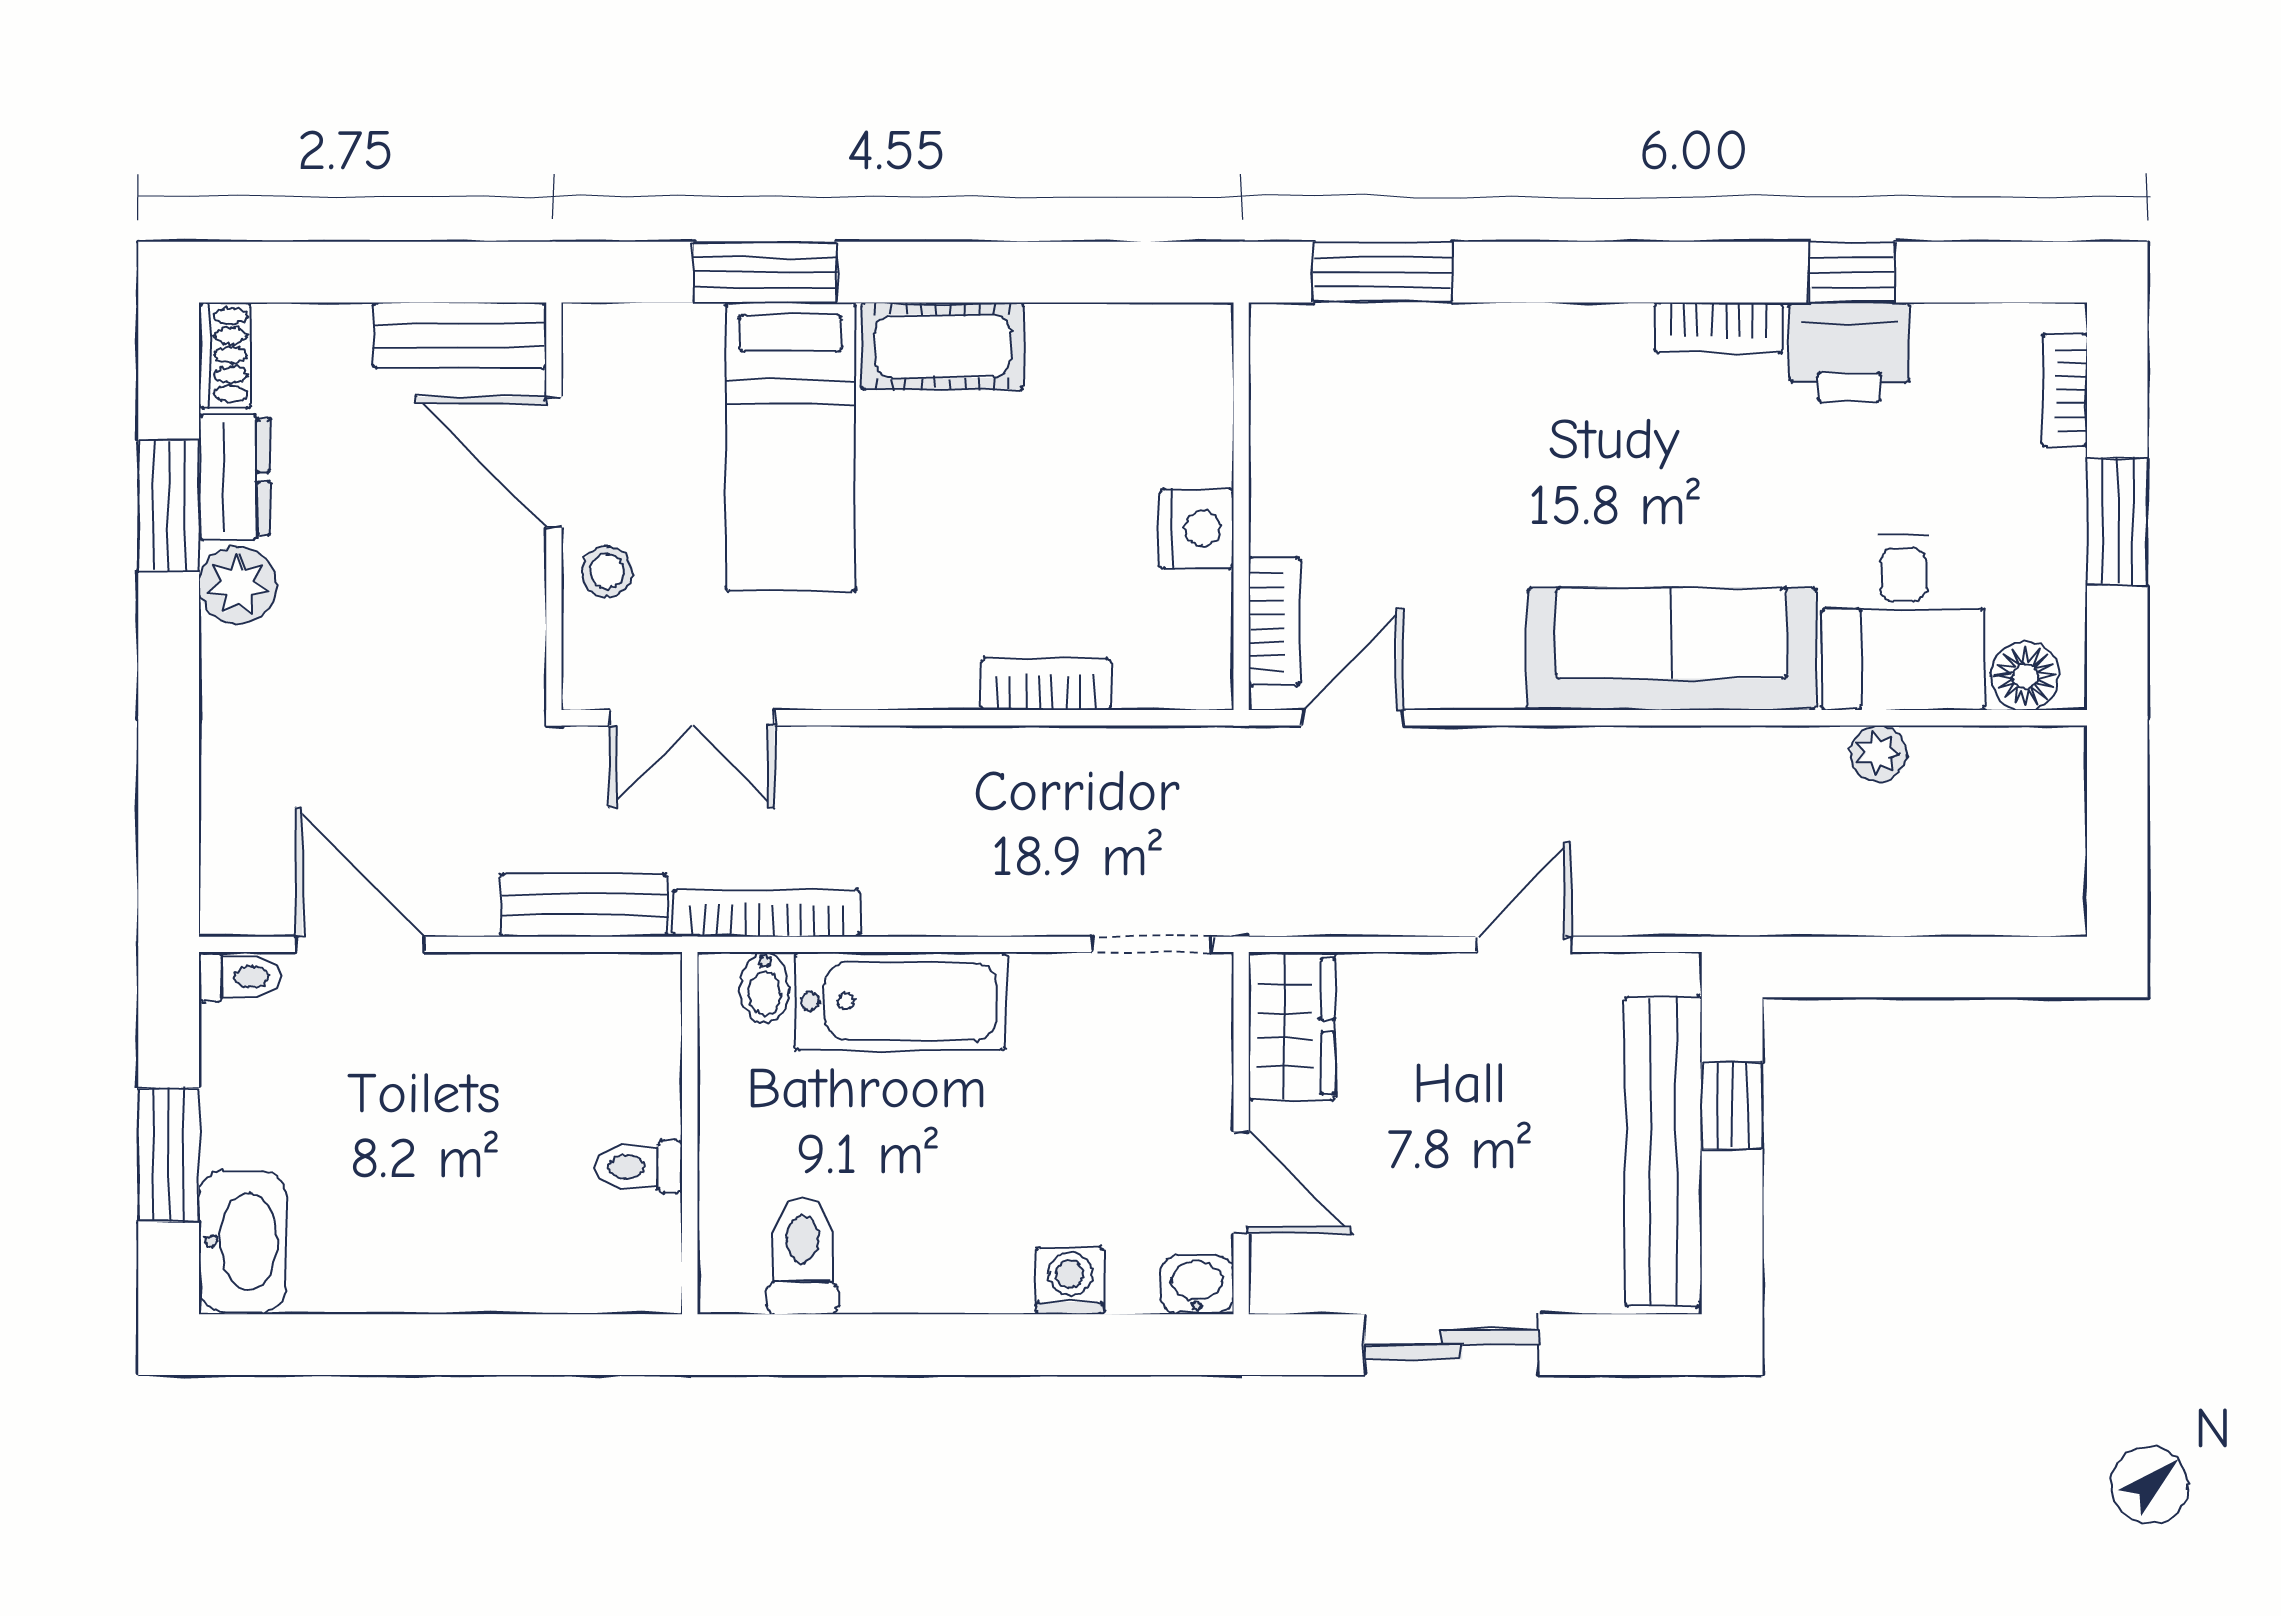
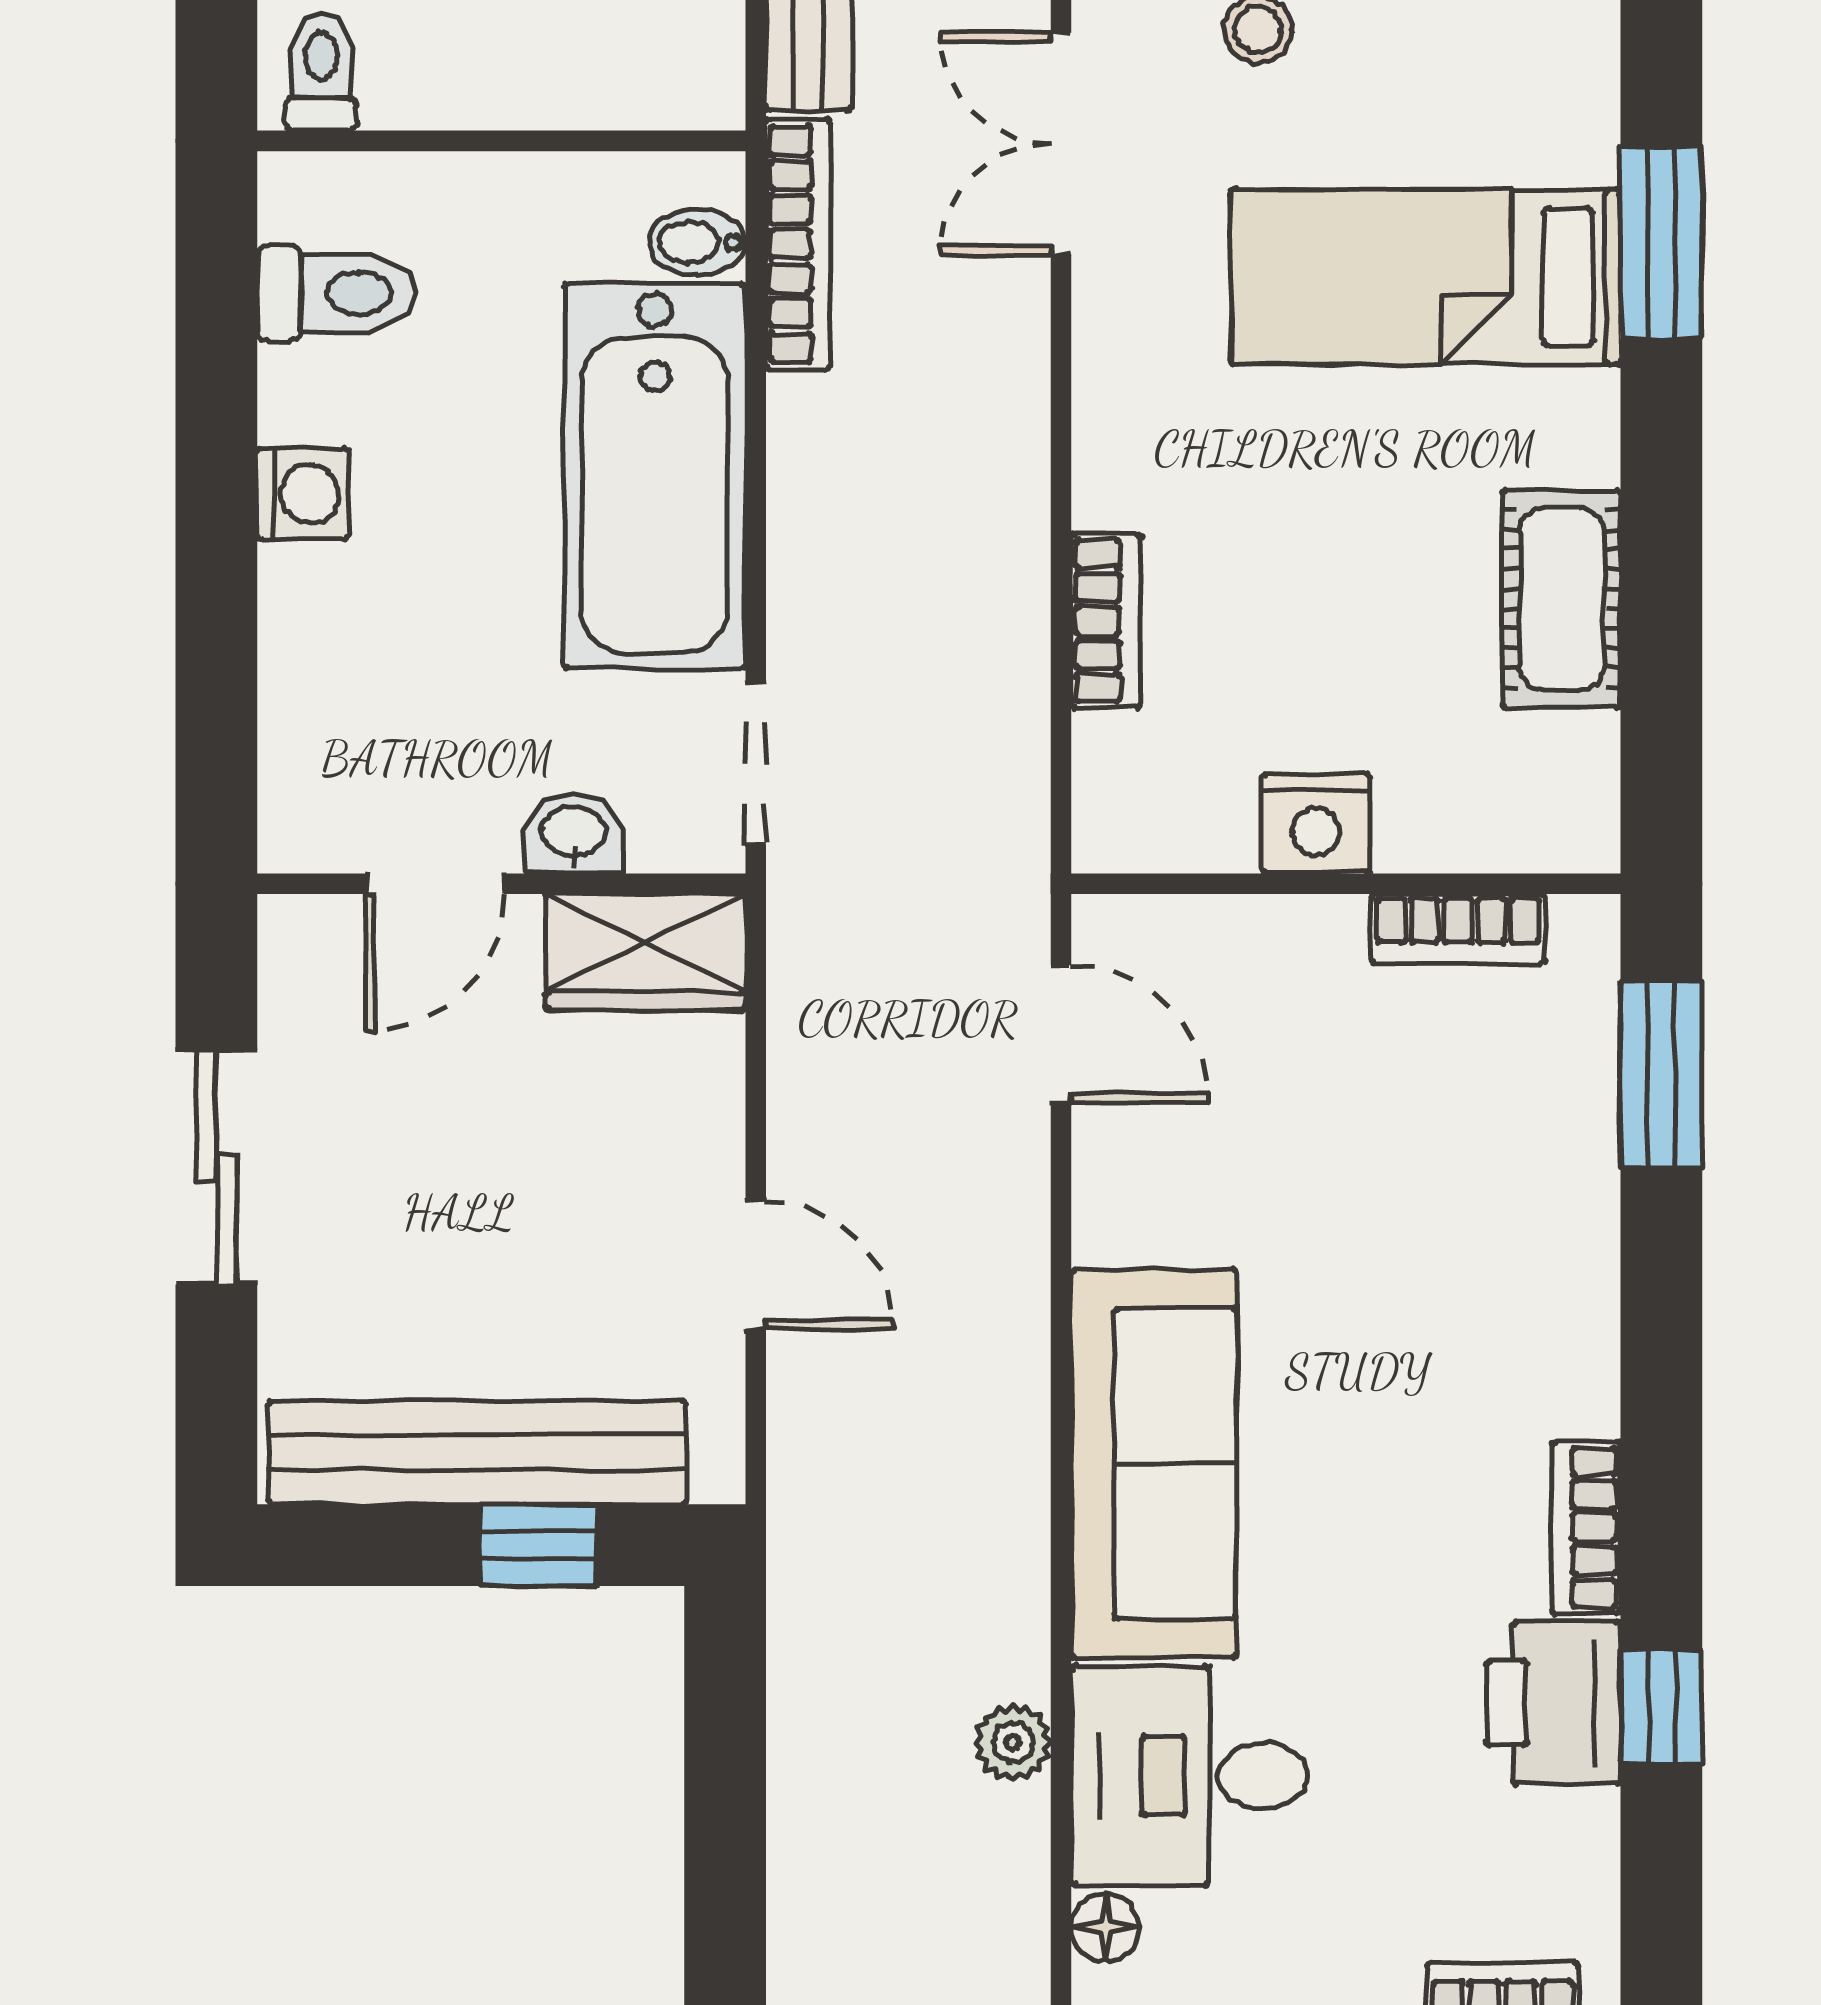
cot: (943, 346) -> (1561, 599), moved
bookcase: (1275, 621) -> (1458, 929), moved
floor lamp: (2025, 676) -> (1105, 1928), width x0.73, depth x0.73
bathtub: (900, 1001) -> (655, 476), width x1.36, depth x1.36
toilet: (638, 1167) -> (321, 72), moved
washing machine: (1070, 1281) -> (303, 494), moved
washbasin: (1197, 1285) -> (574, 834), moved, turned -90

